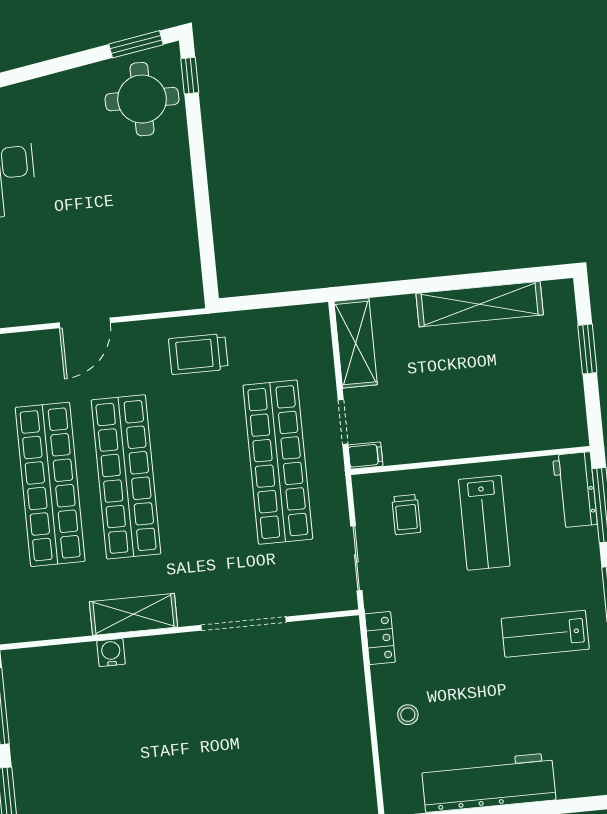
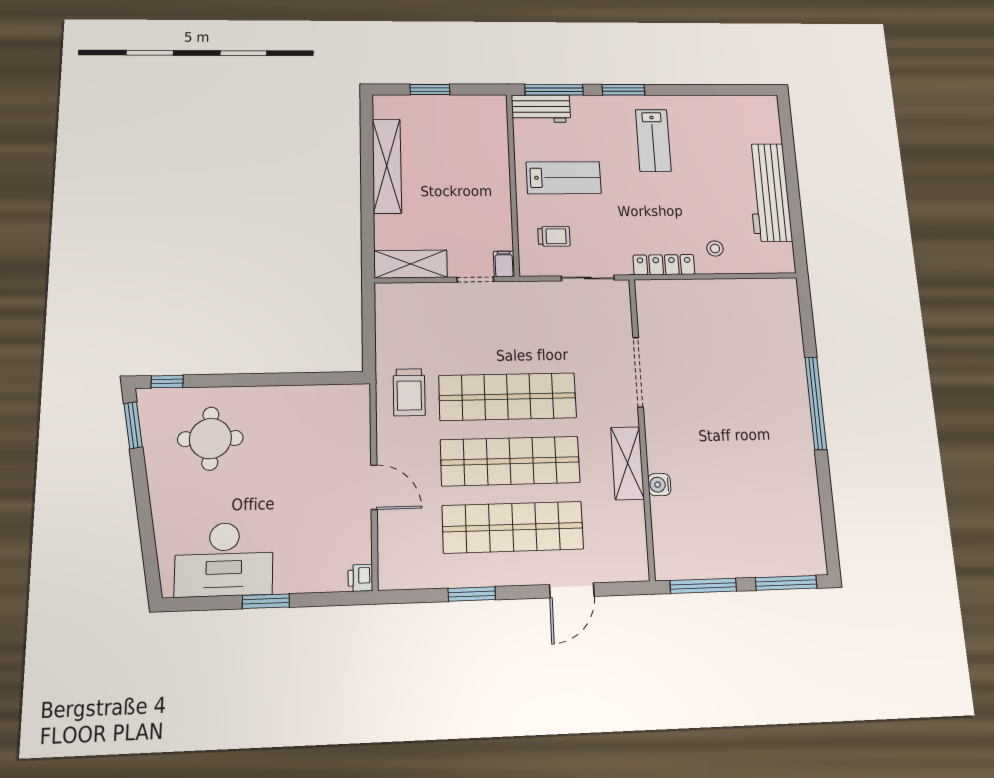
round table: (142, 99) -> (210, 439), moved
shop shelf: (278, 462) -> (508, 397), moved
locker: (380, 638) -> (664, 265), width x1.53

